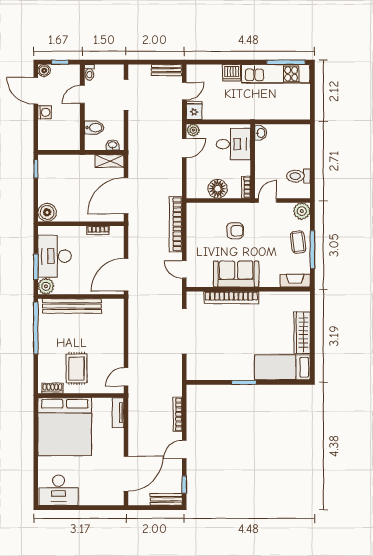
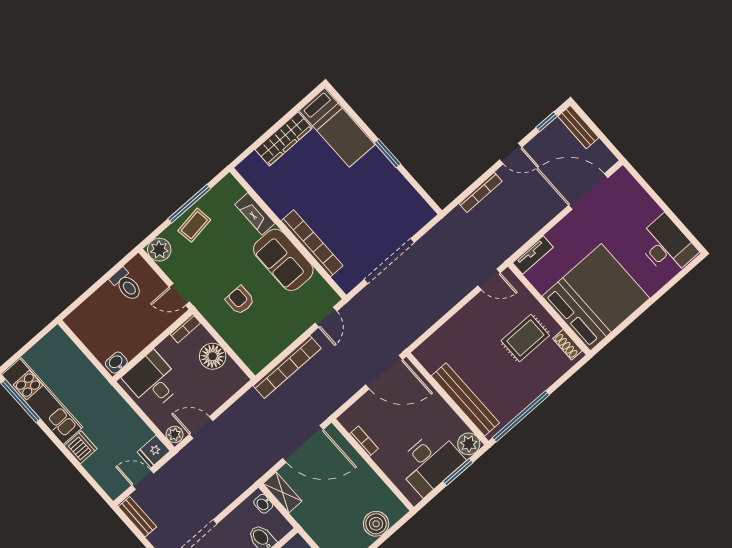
boiler: (47, 212) -> (376, 524), moved
fireplace: (295, 281) -> (255, 214), moved

